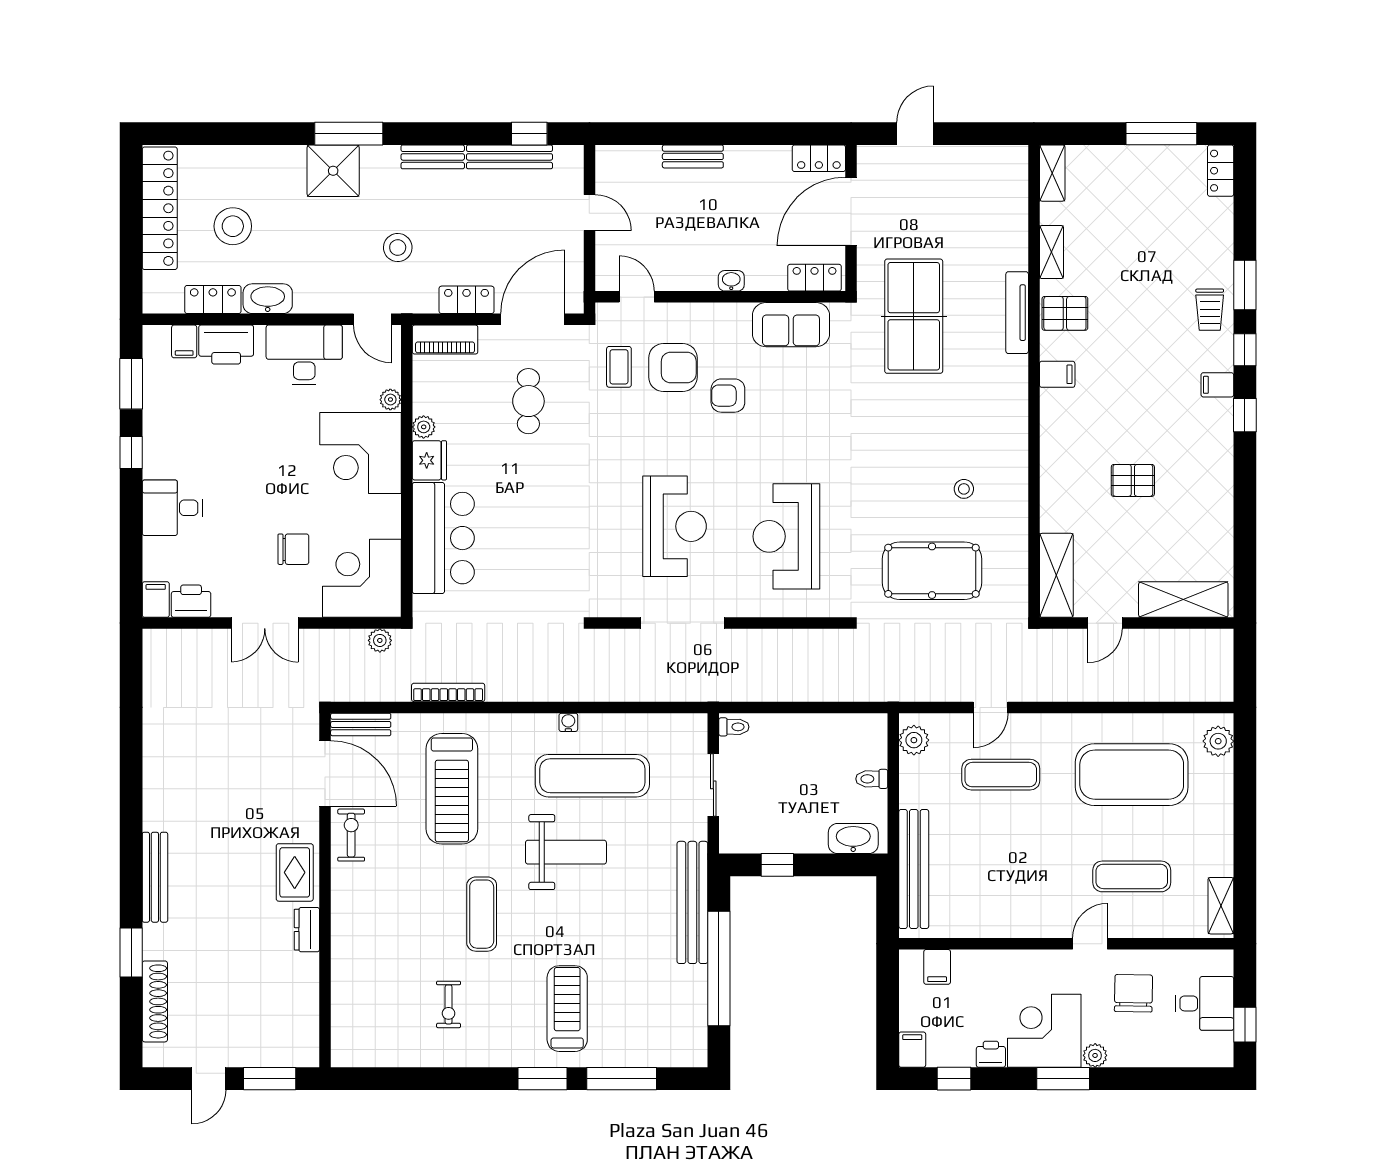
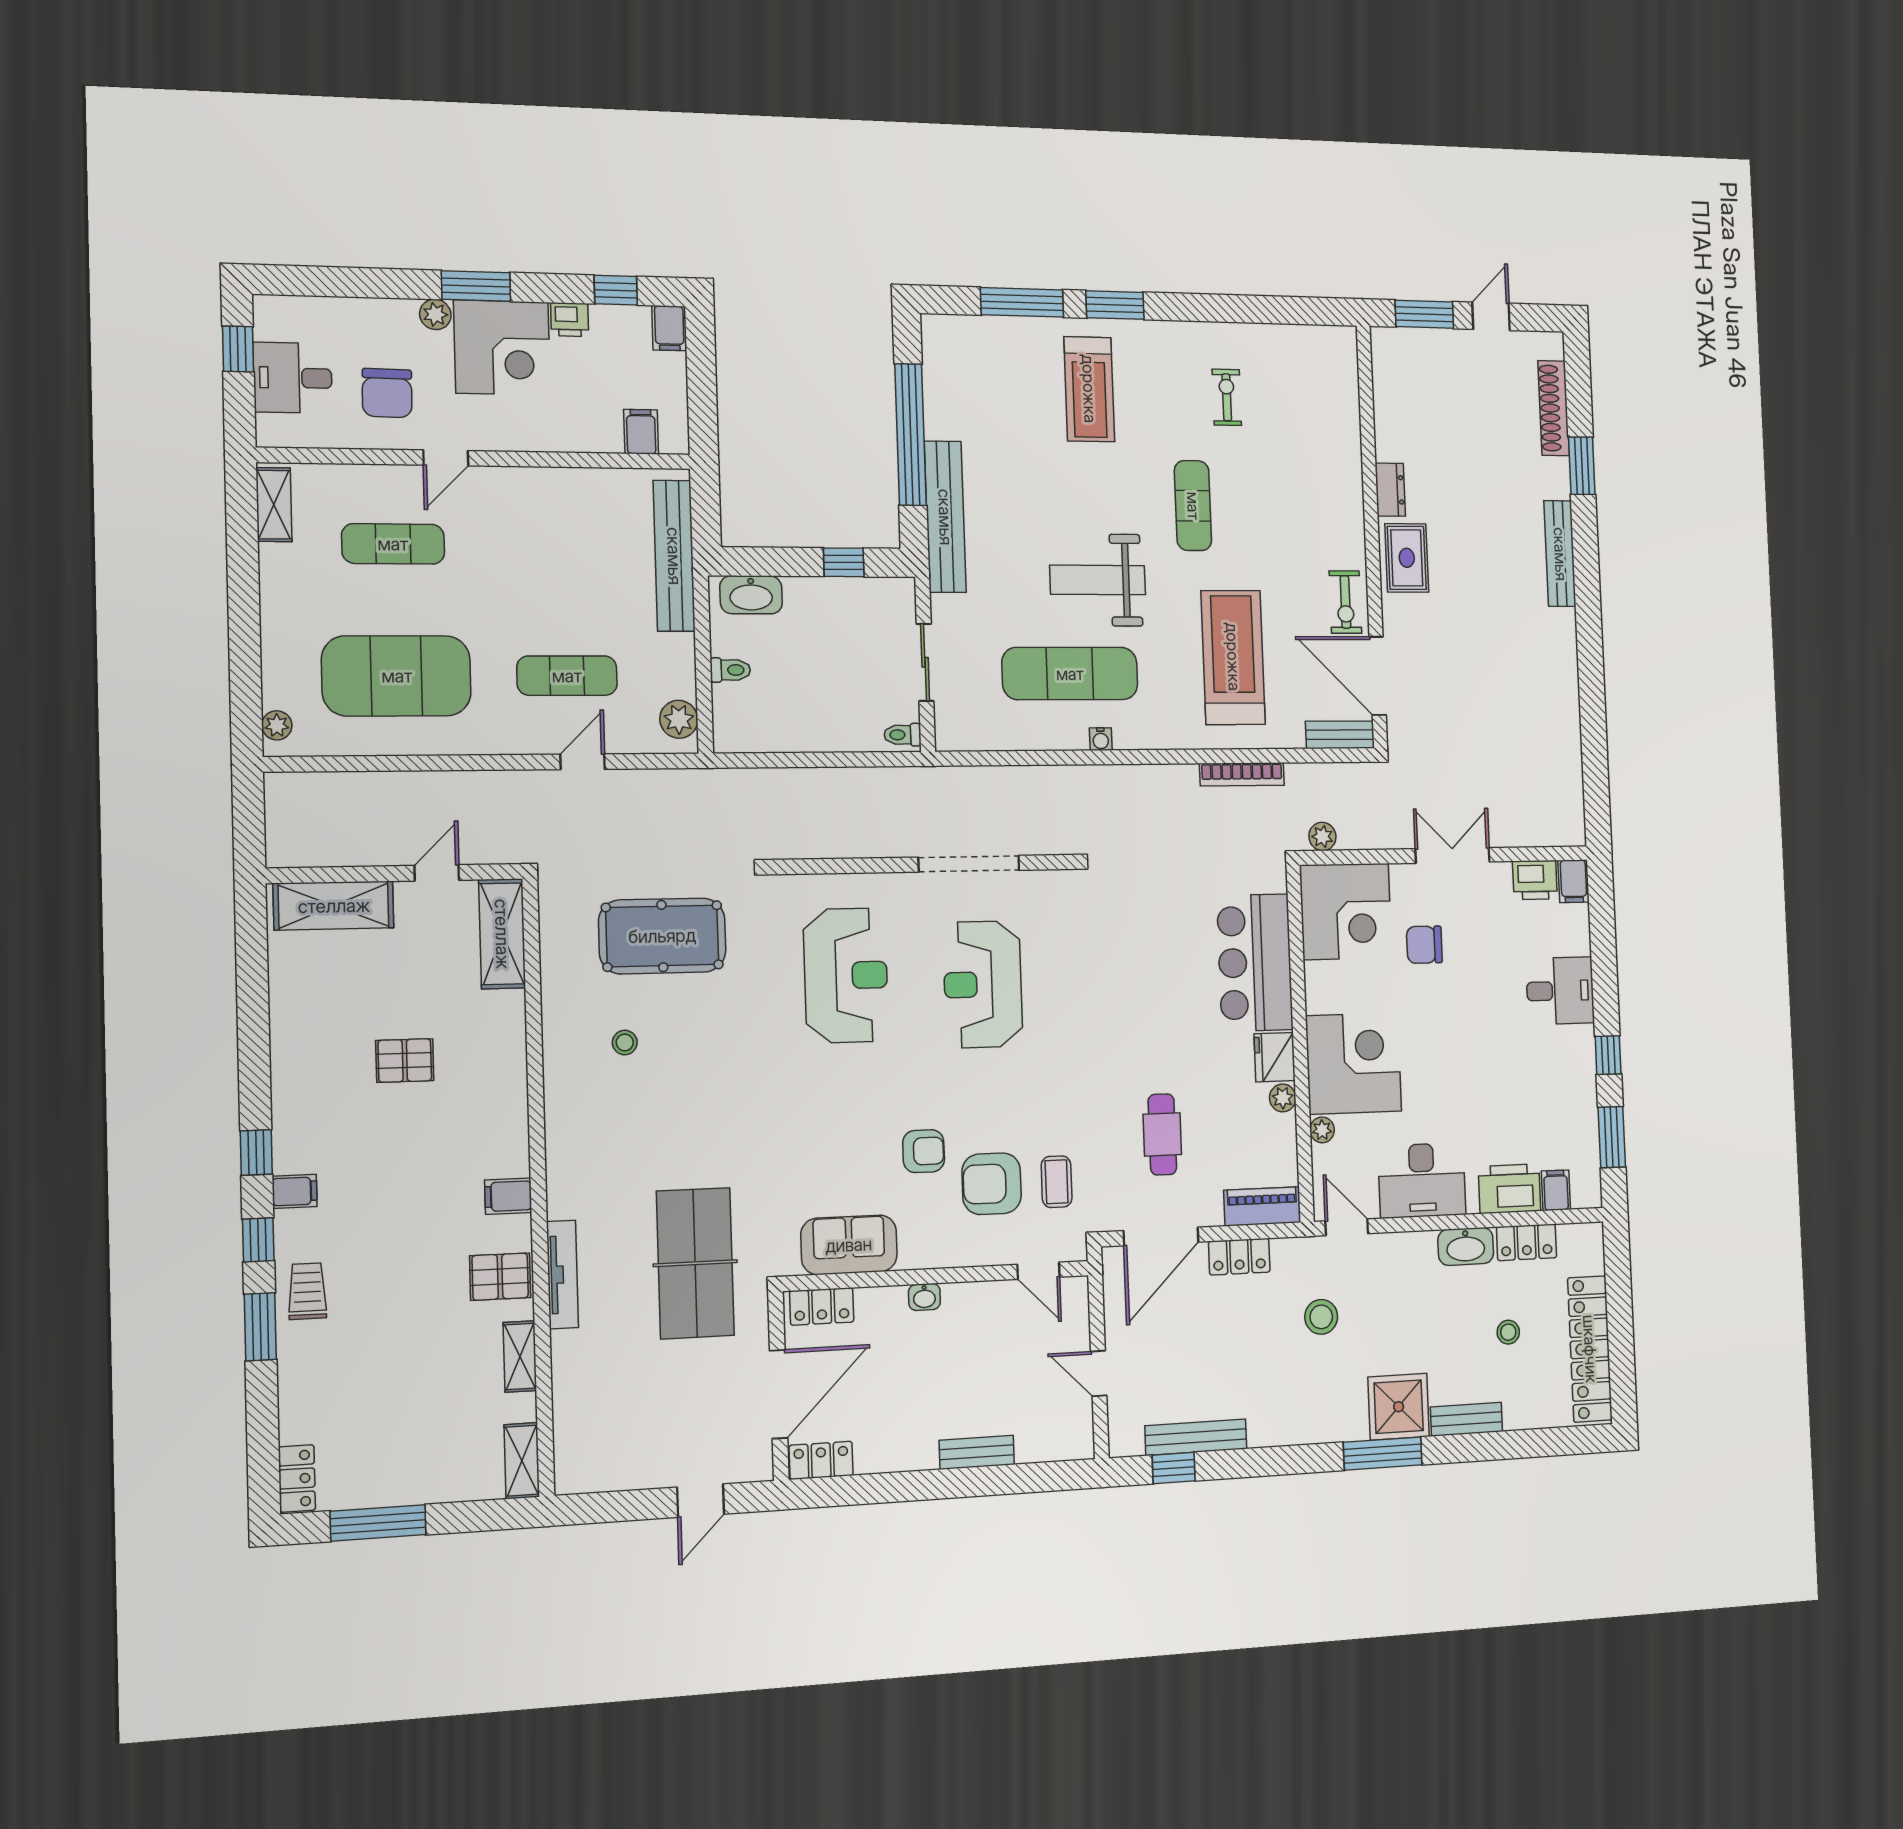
bench: (433, 157) -> (1467, 1419), moved
stool: (233, 226) -> (1508, 1332), width x0.53, depth x0.53
plant: (1218, 741) -> (277, 725), width x0.73, depth x0.73

